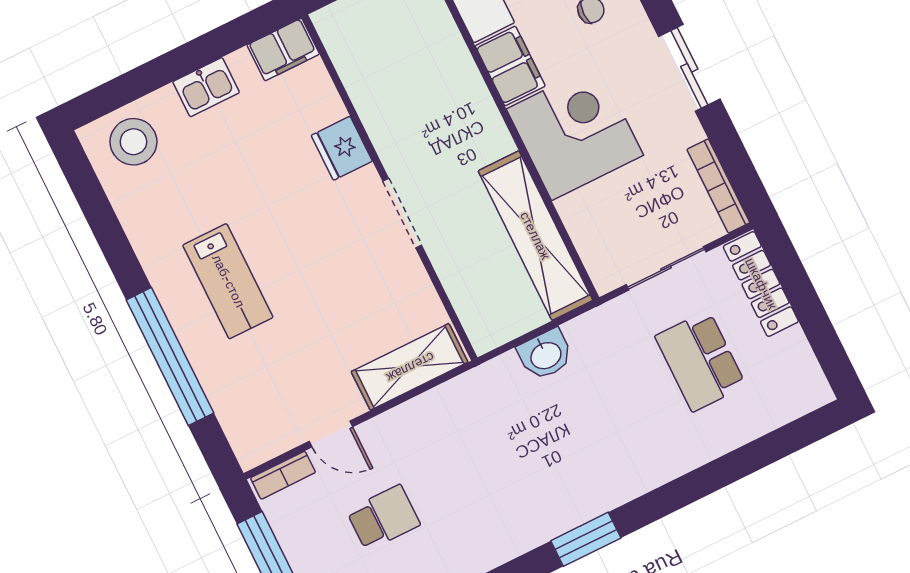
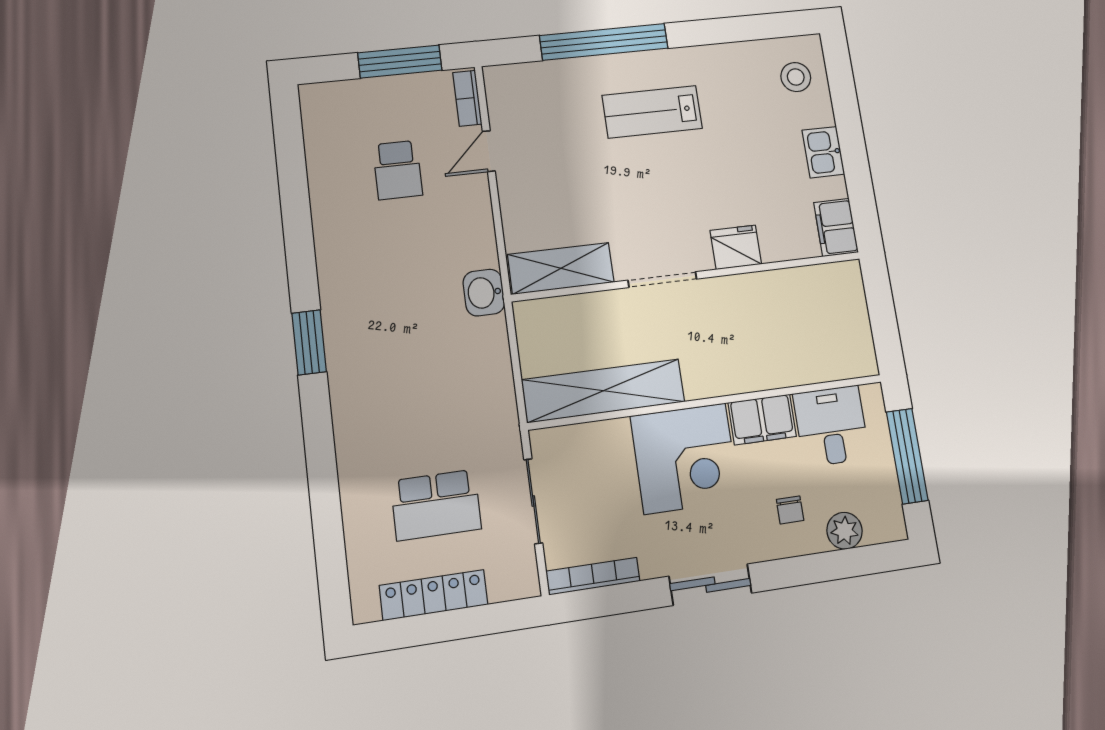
stool: (133, 142) -> (796, 77), width x0.73, depth x0.73
locker: (761, 284) -> (434, 595), moved
washbasin: (545, 355) -> (484, 293), moved
school desk: (701, 361) -> (436, 505), turned 180
shelving: (410, 367) -> (561, 268), moved, turned 90

